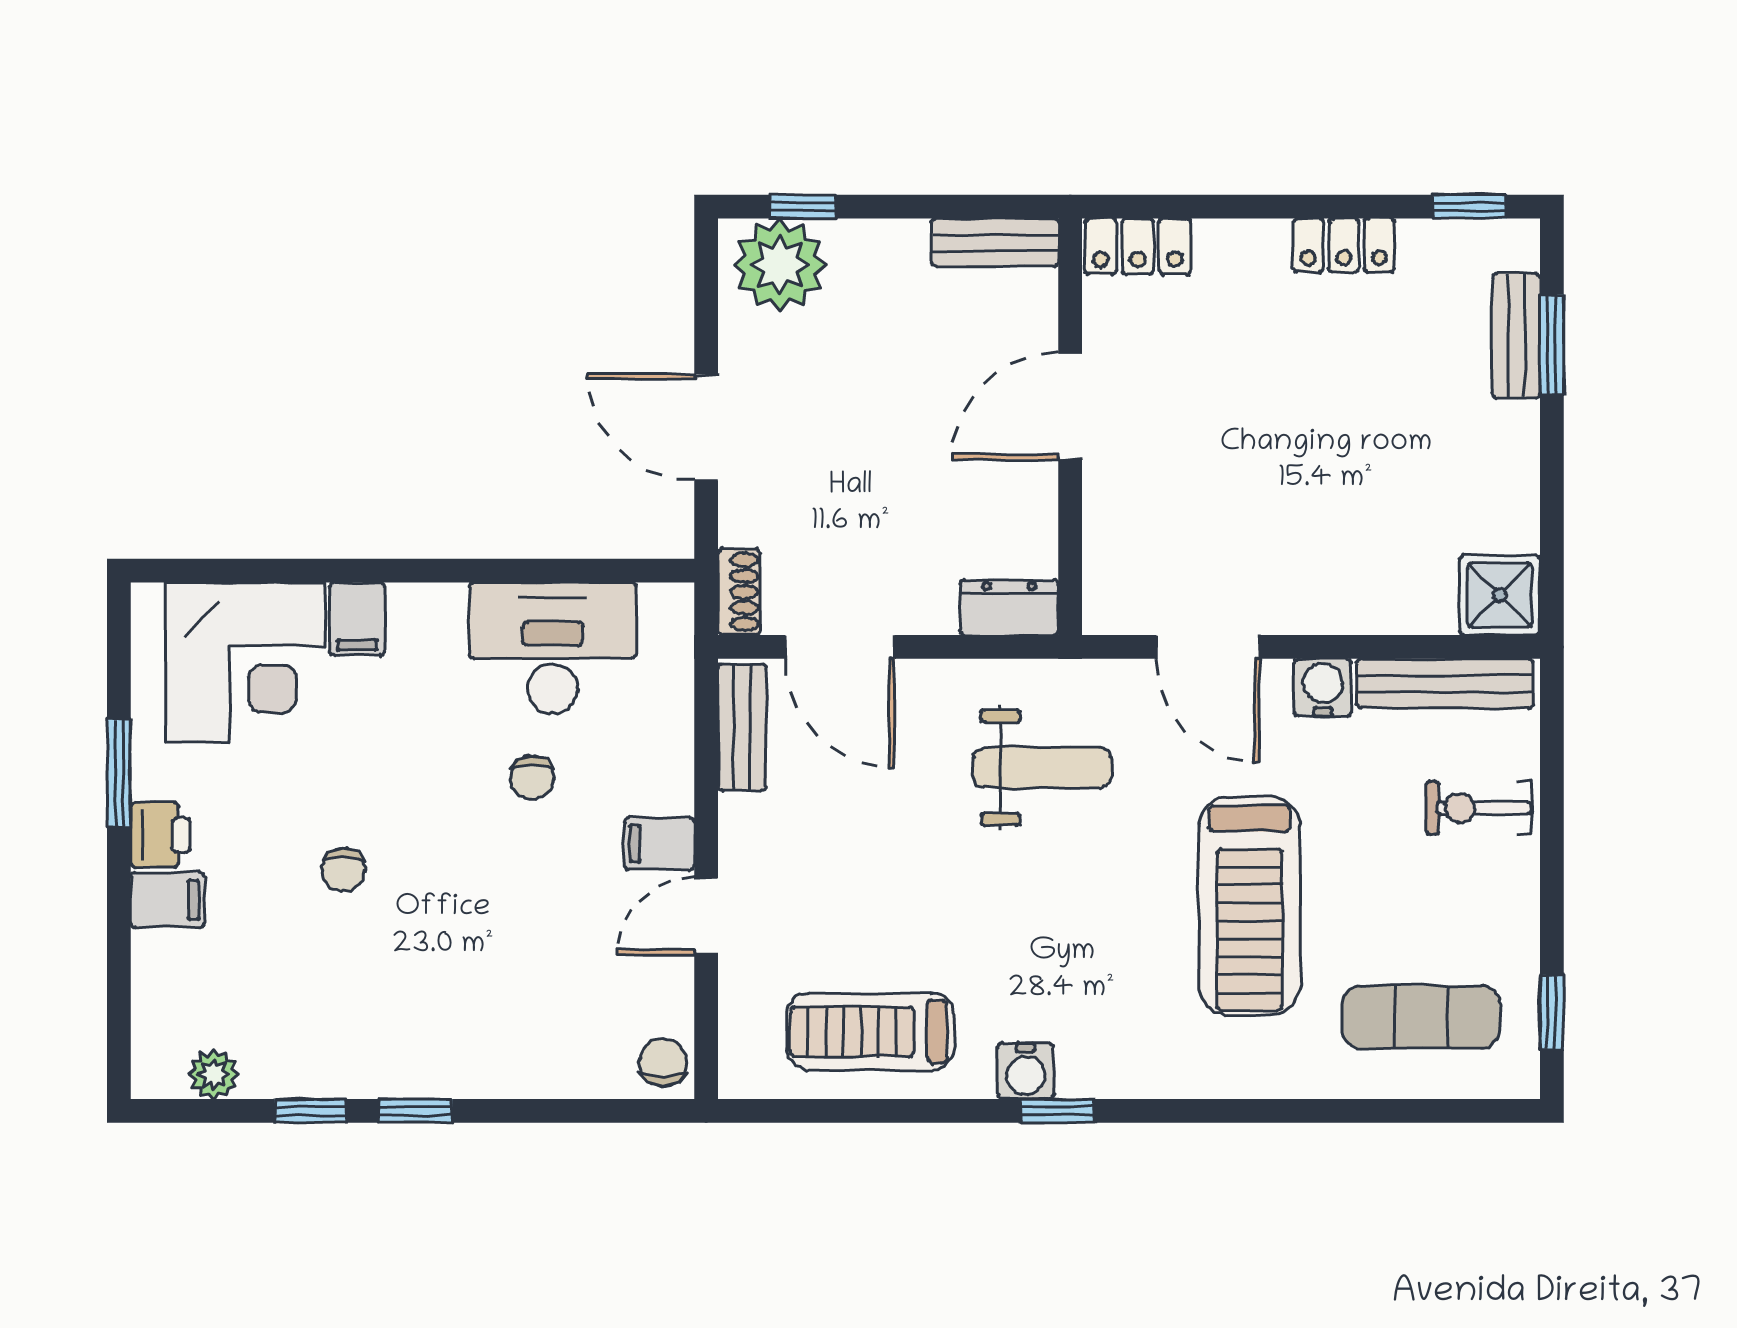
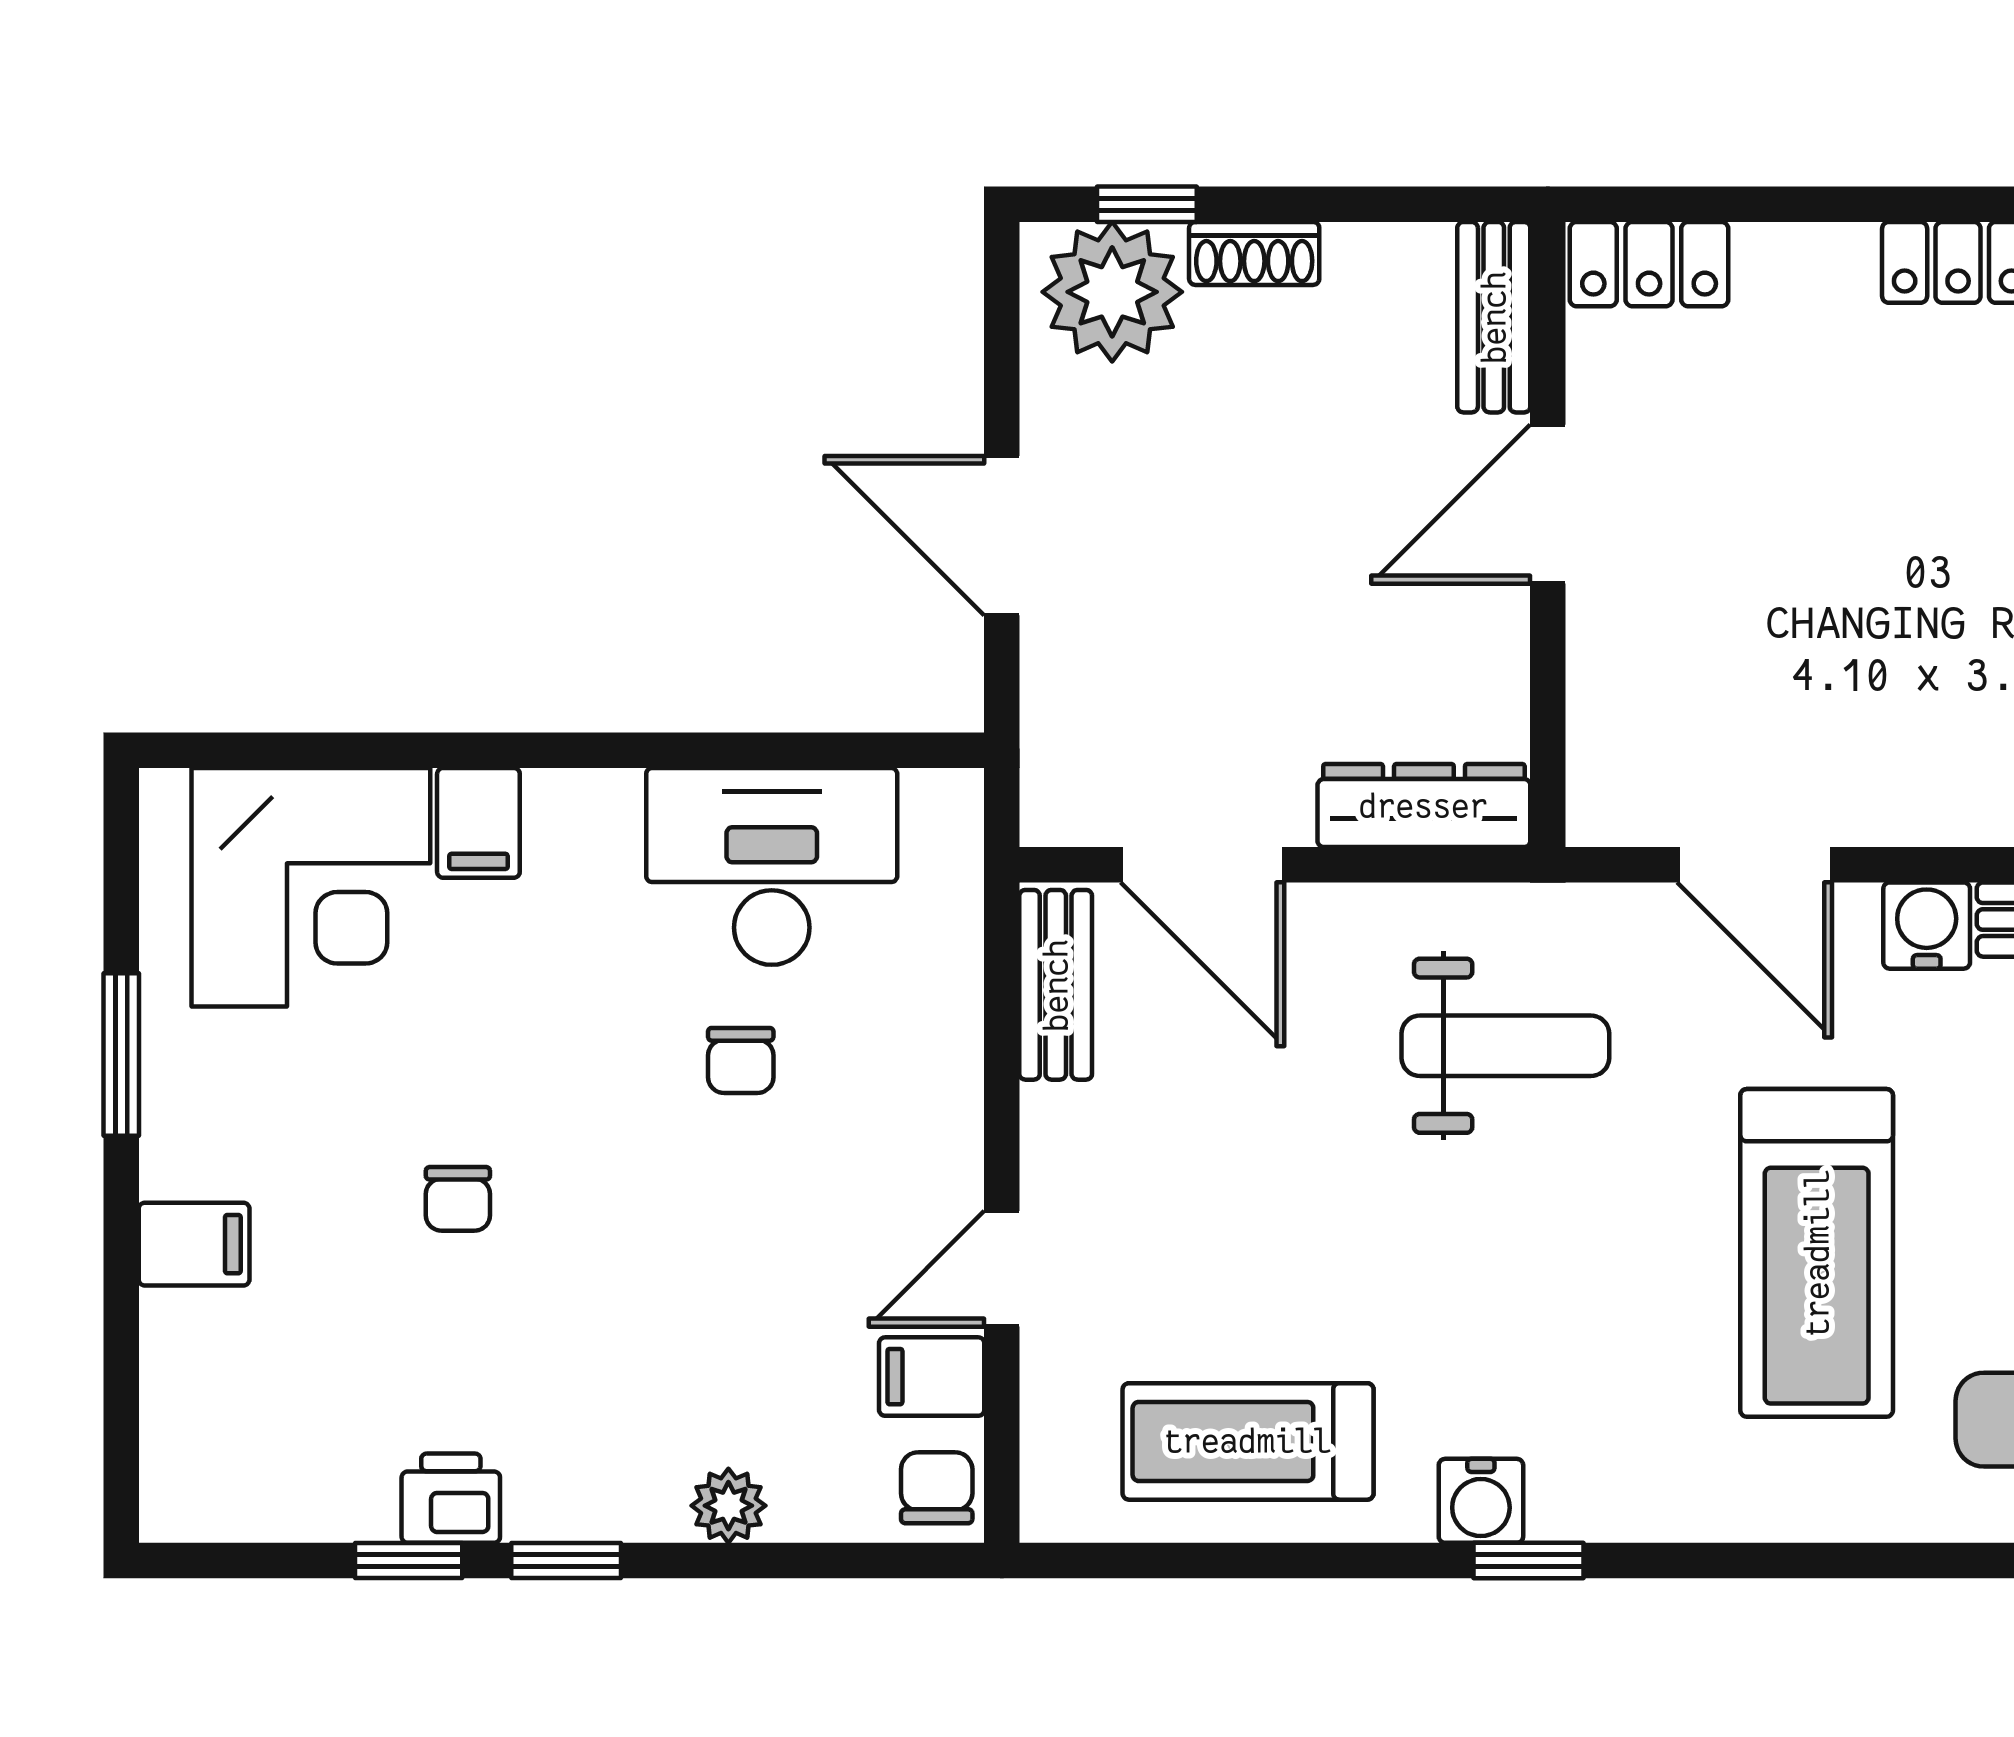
bench: (995, 243) -> (1494, 317), moved, turned 90
shoe rack: (739, 592) -> (1254, 253), moved, turned 90
dresser: (1009, 607) -> (1424, 806), width x1.44
printer: (160, 835) -> (451, 1498), moved, turned -90
filing cabinet: (659, 844) -> (932, 1377), moved
plant: (214, 1074) -> (728, 1506), moved

